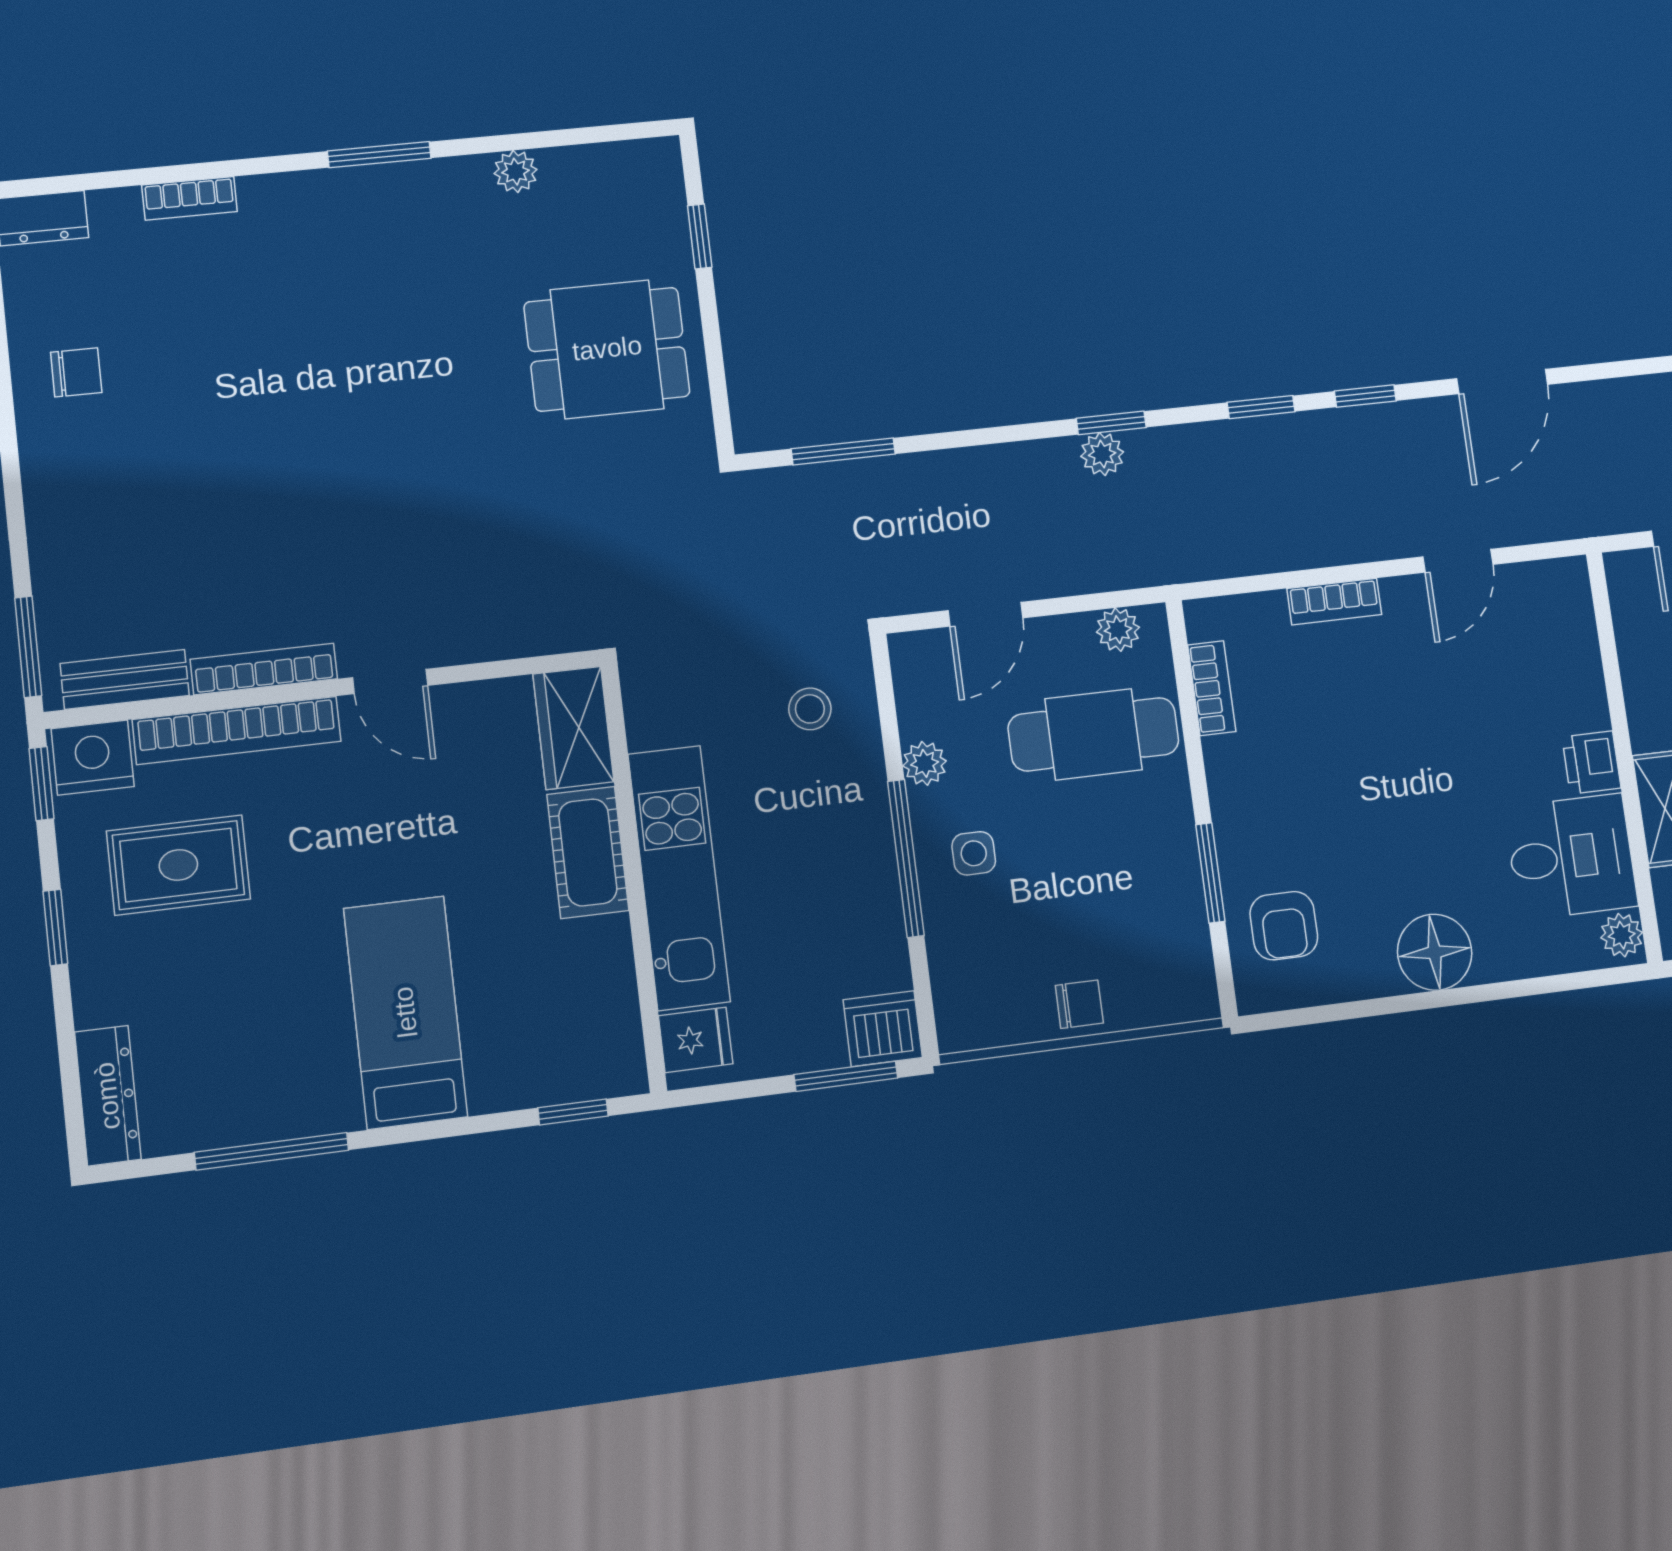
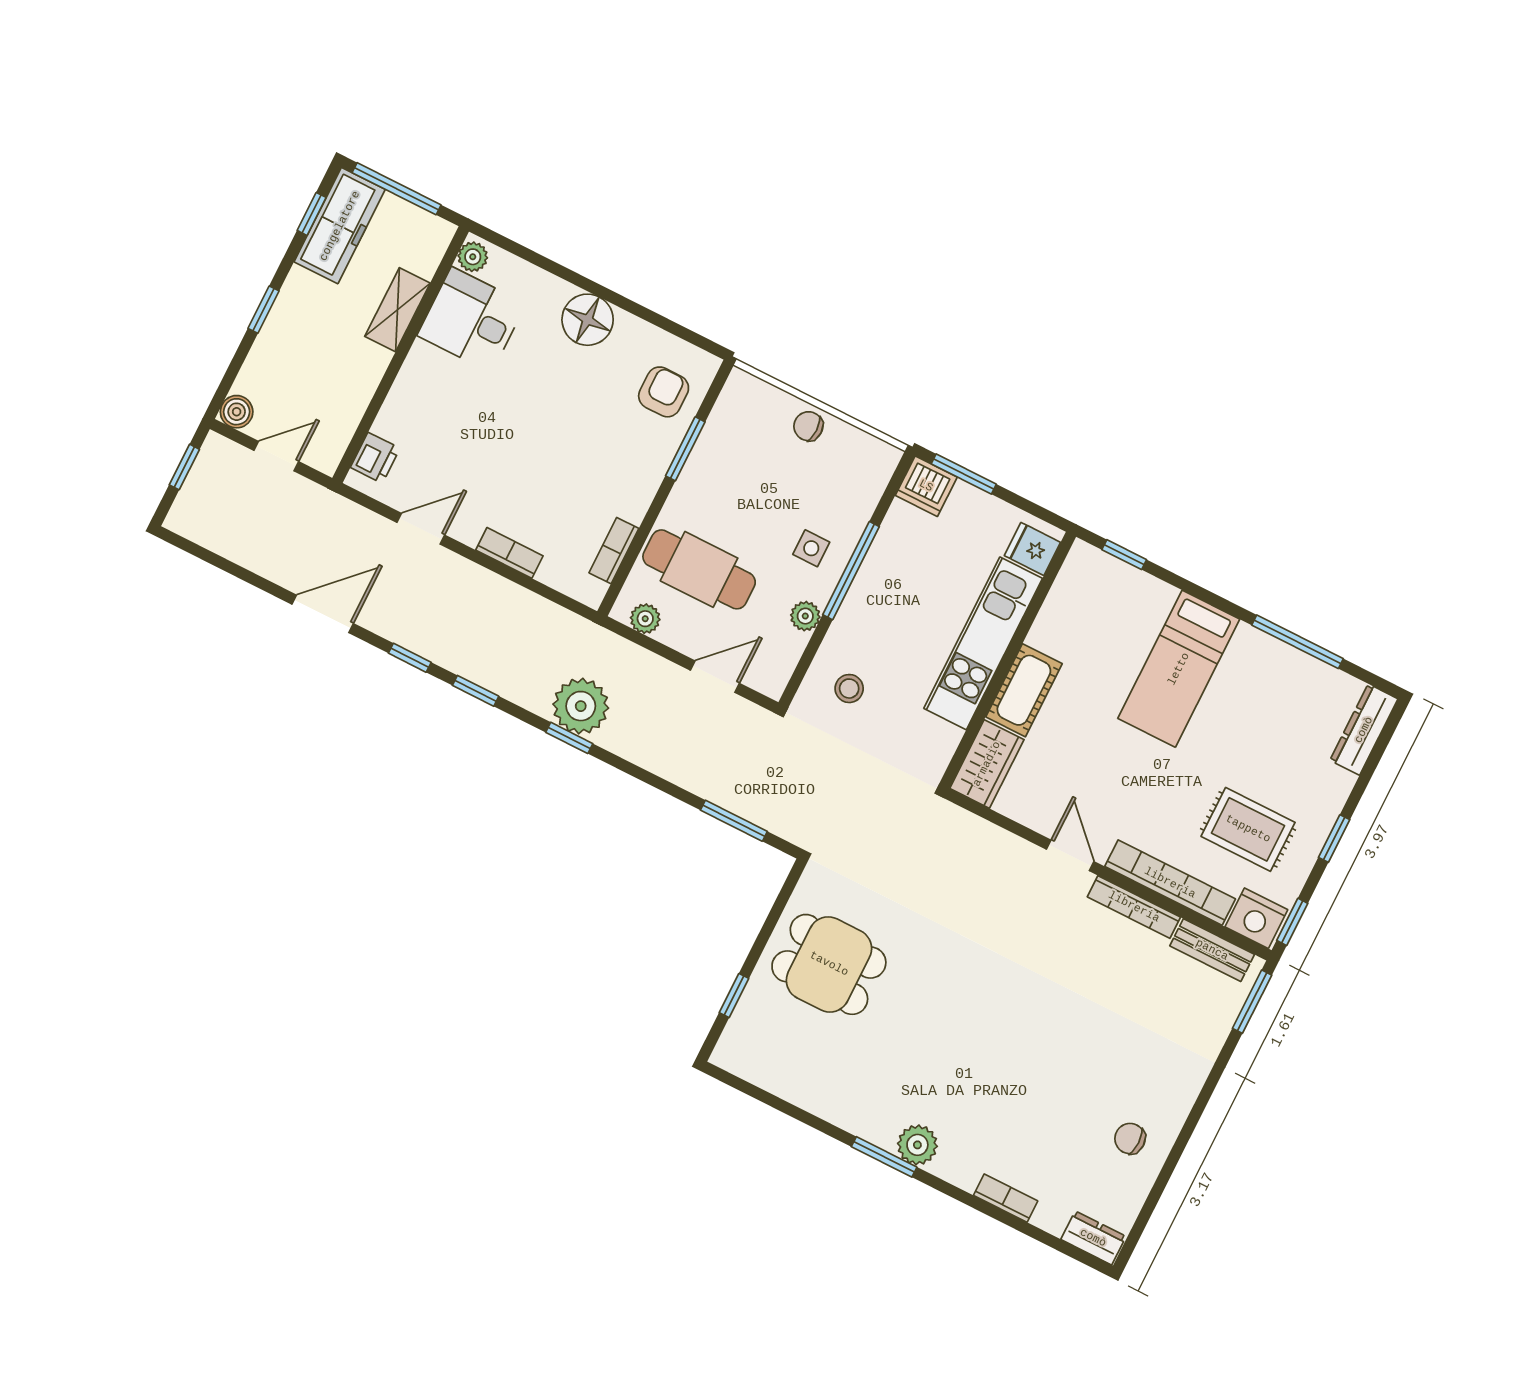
plant: (516, 172) -> (917, 1145), moved, width x1.38, depth x1.38
plant: (1102, 454) -> (581, 706), width x1.87, depth x1.87
printer: (1591, 762) -> (375, 458), moved

